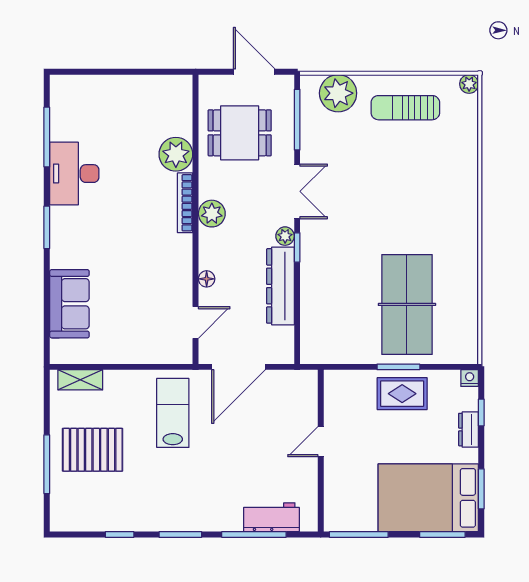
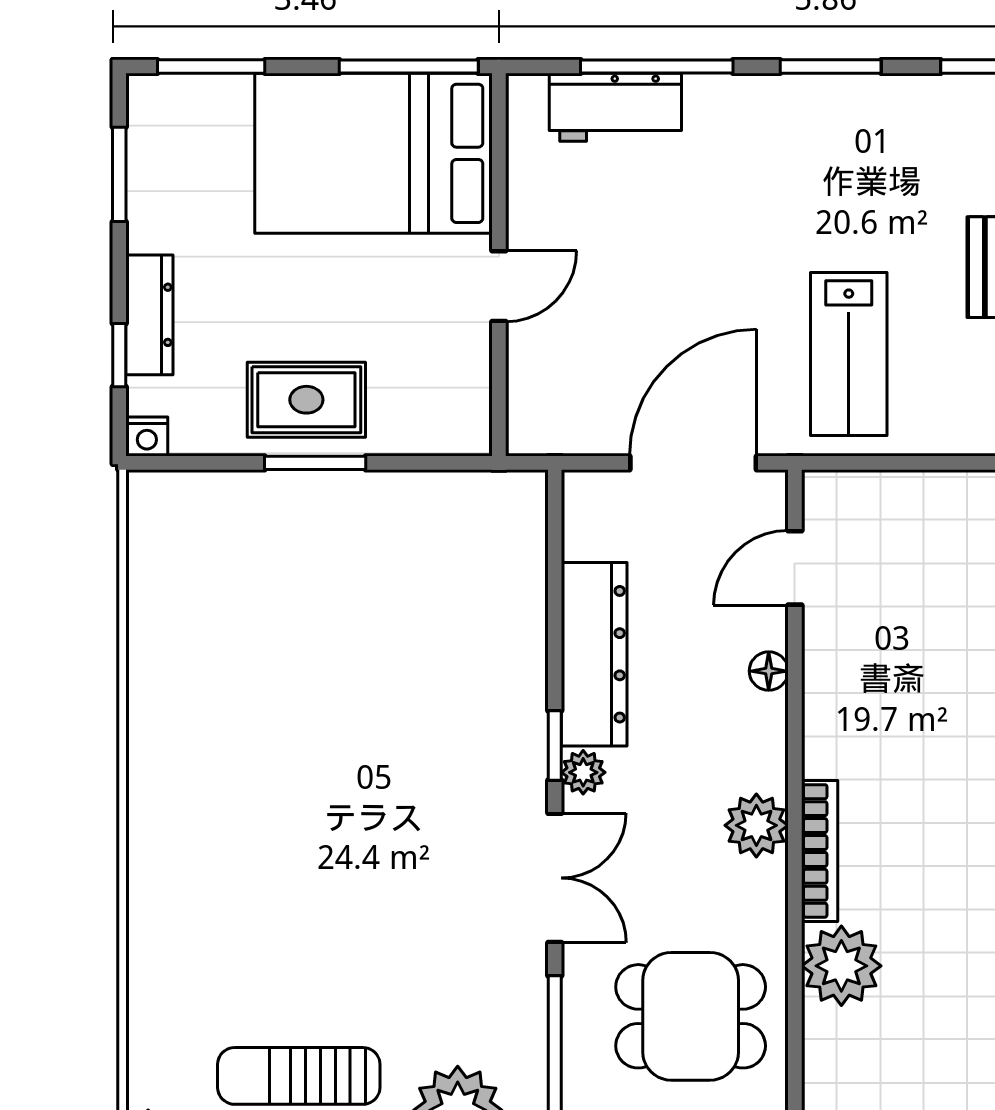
sun lounger: (405, 108) -> (299, 1076), turned 180
double door: (297, 191) -> (555, 878), swing flipped
table tennis table: (407, 304) -> (295, 610), removed
dresser: (468, 430) -> (149, 315), width x1.44
bed: (428, 498) -> (374, 153), moved, turned 180

